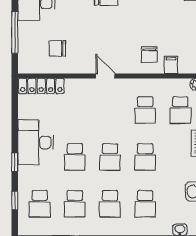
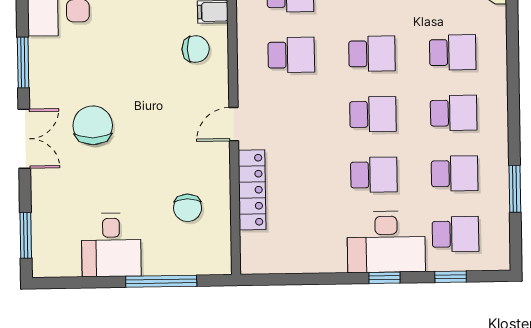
locker: (41, 86) -> (252, 190), moved
desk: (36, 142) -> (386, 242), moved

